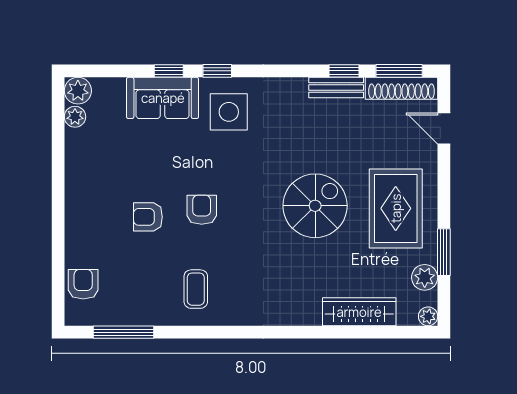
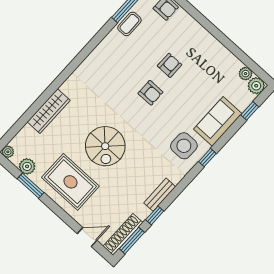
window: (169, 71) -> (250, 111), moved
bench: (336, 88) -> (160, 195), moved
coffee table: (196, 289) -> (129, 24), moved, turned 90
wardrobe: (359, 312) -> (49, 111), moved

